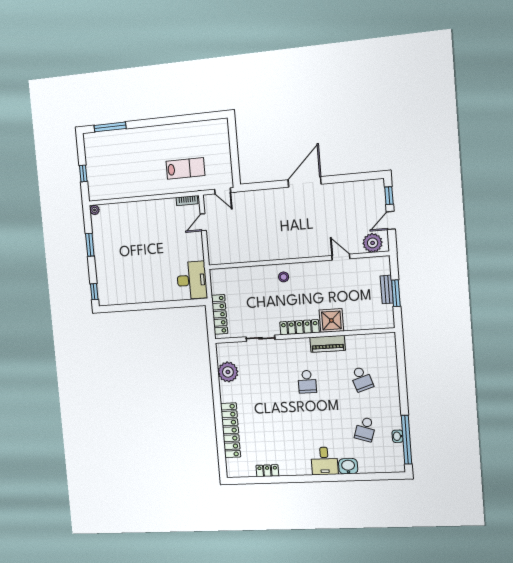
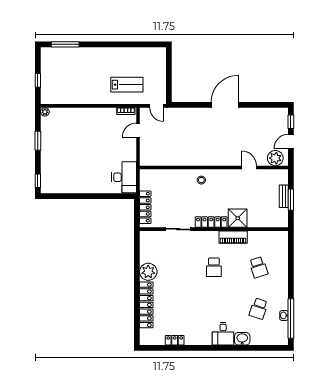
plant: (228, 372) -> (148, 272), moved

